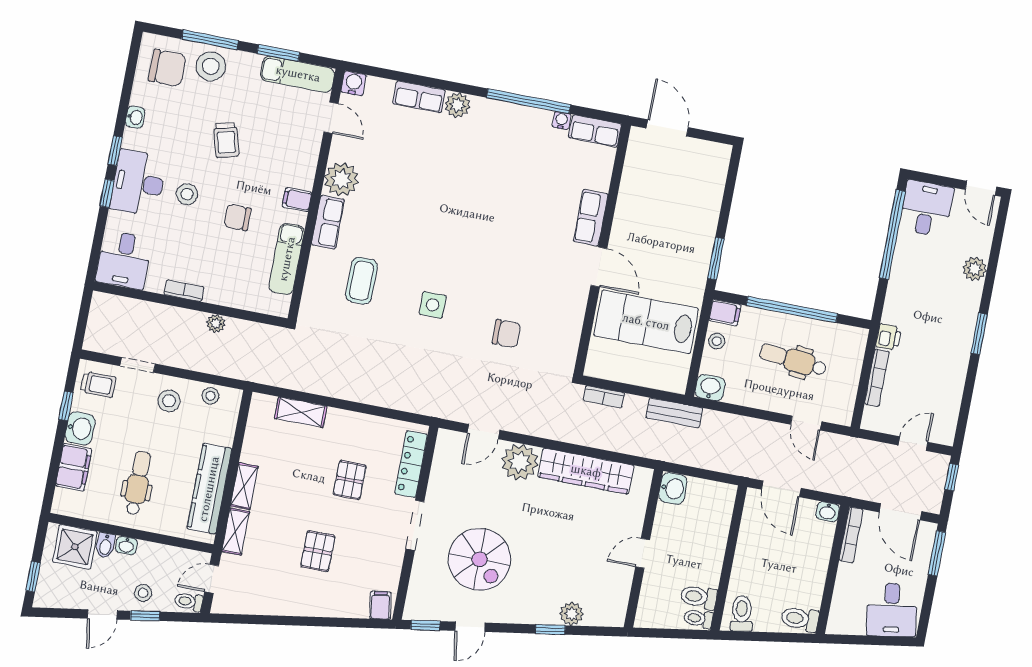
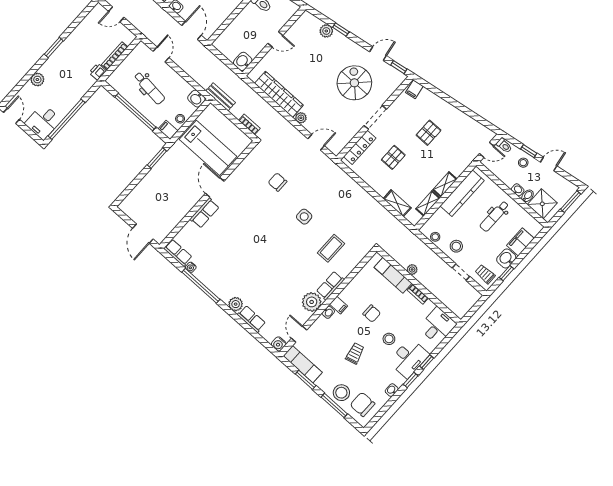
washbasin: (306, 179) -> (328, 312), added
exam couch: (287, 259) -> (393, 275), moved, turned 90
plant: (520, 462) -> (301, 118), width x0.53, depth x0.53
shelving: (236, 532) -> (428, 203), moved
window: (33, 577) -> (571, 202), width x1.50

